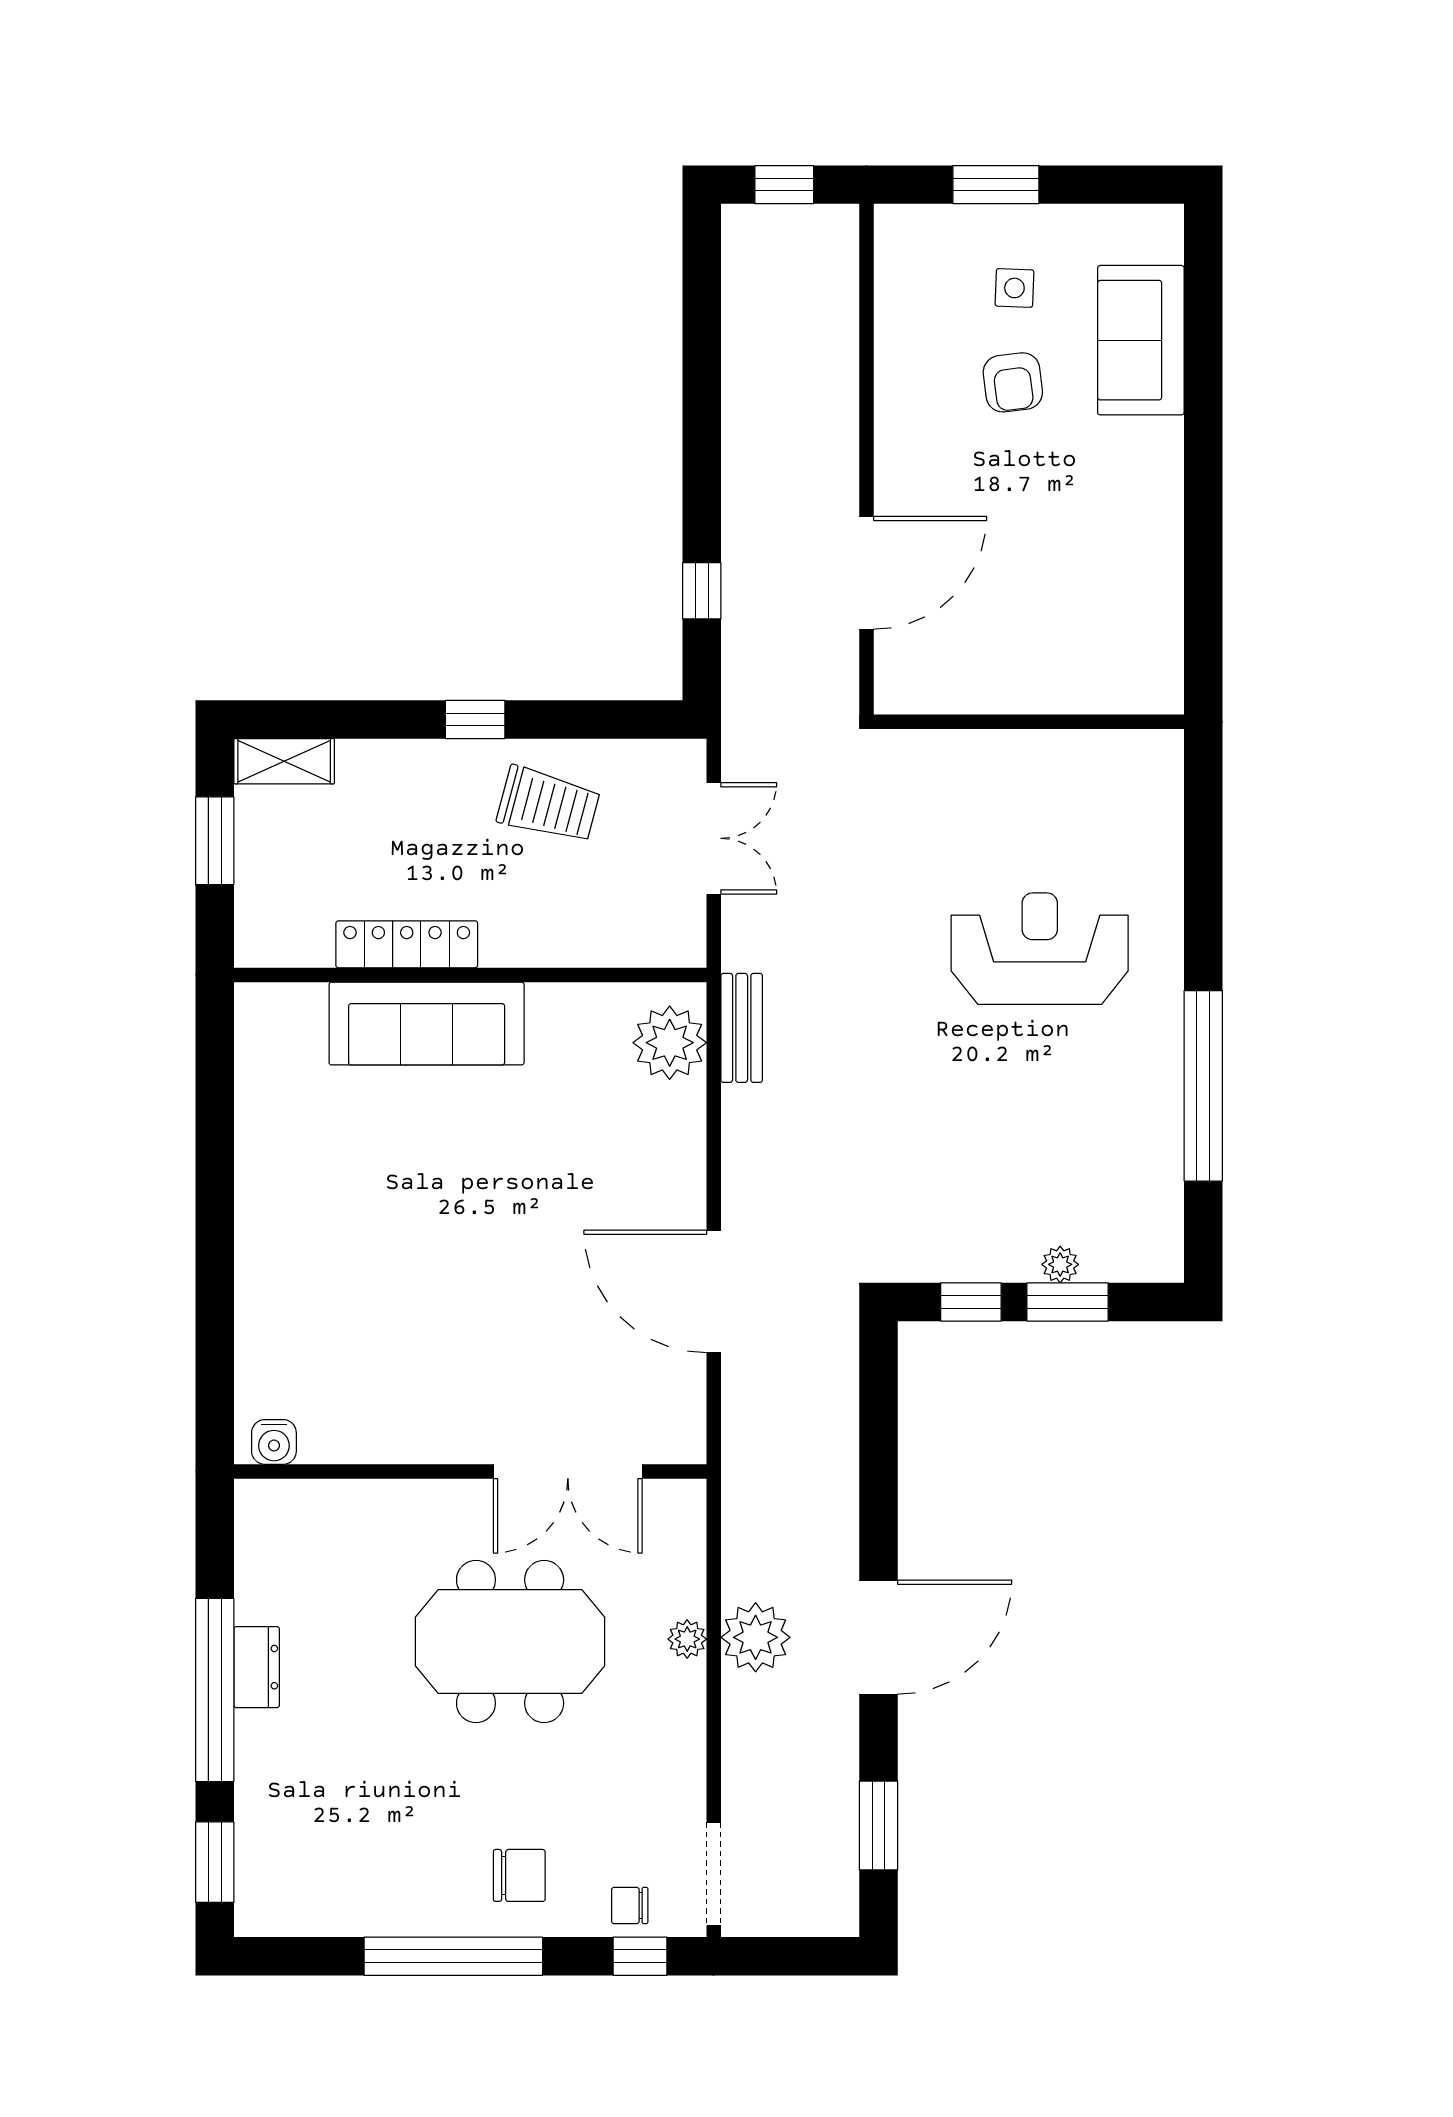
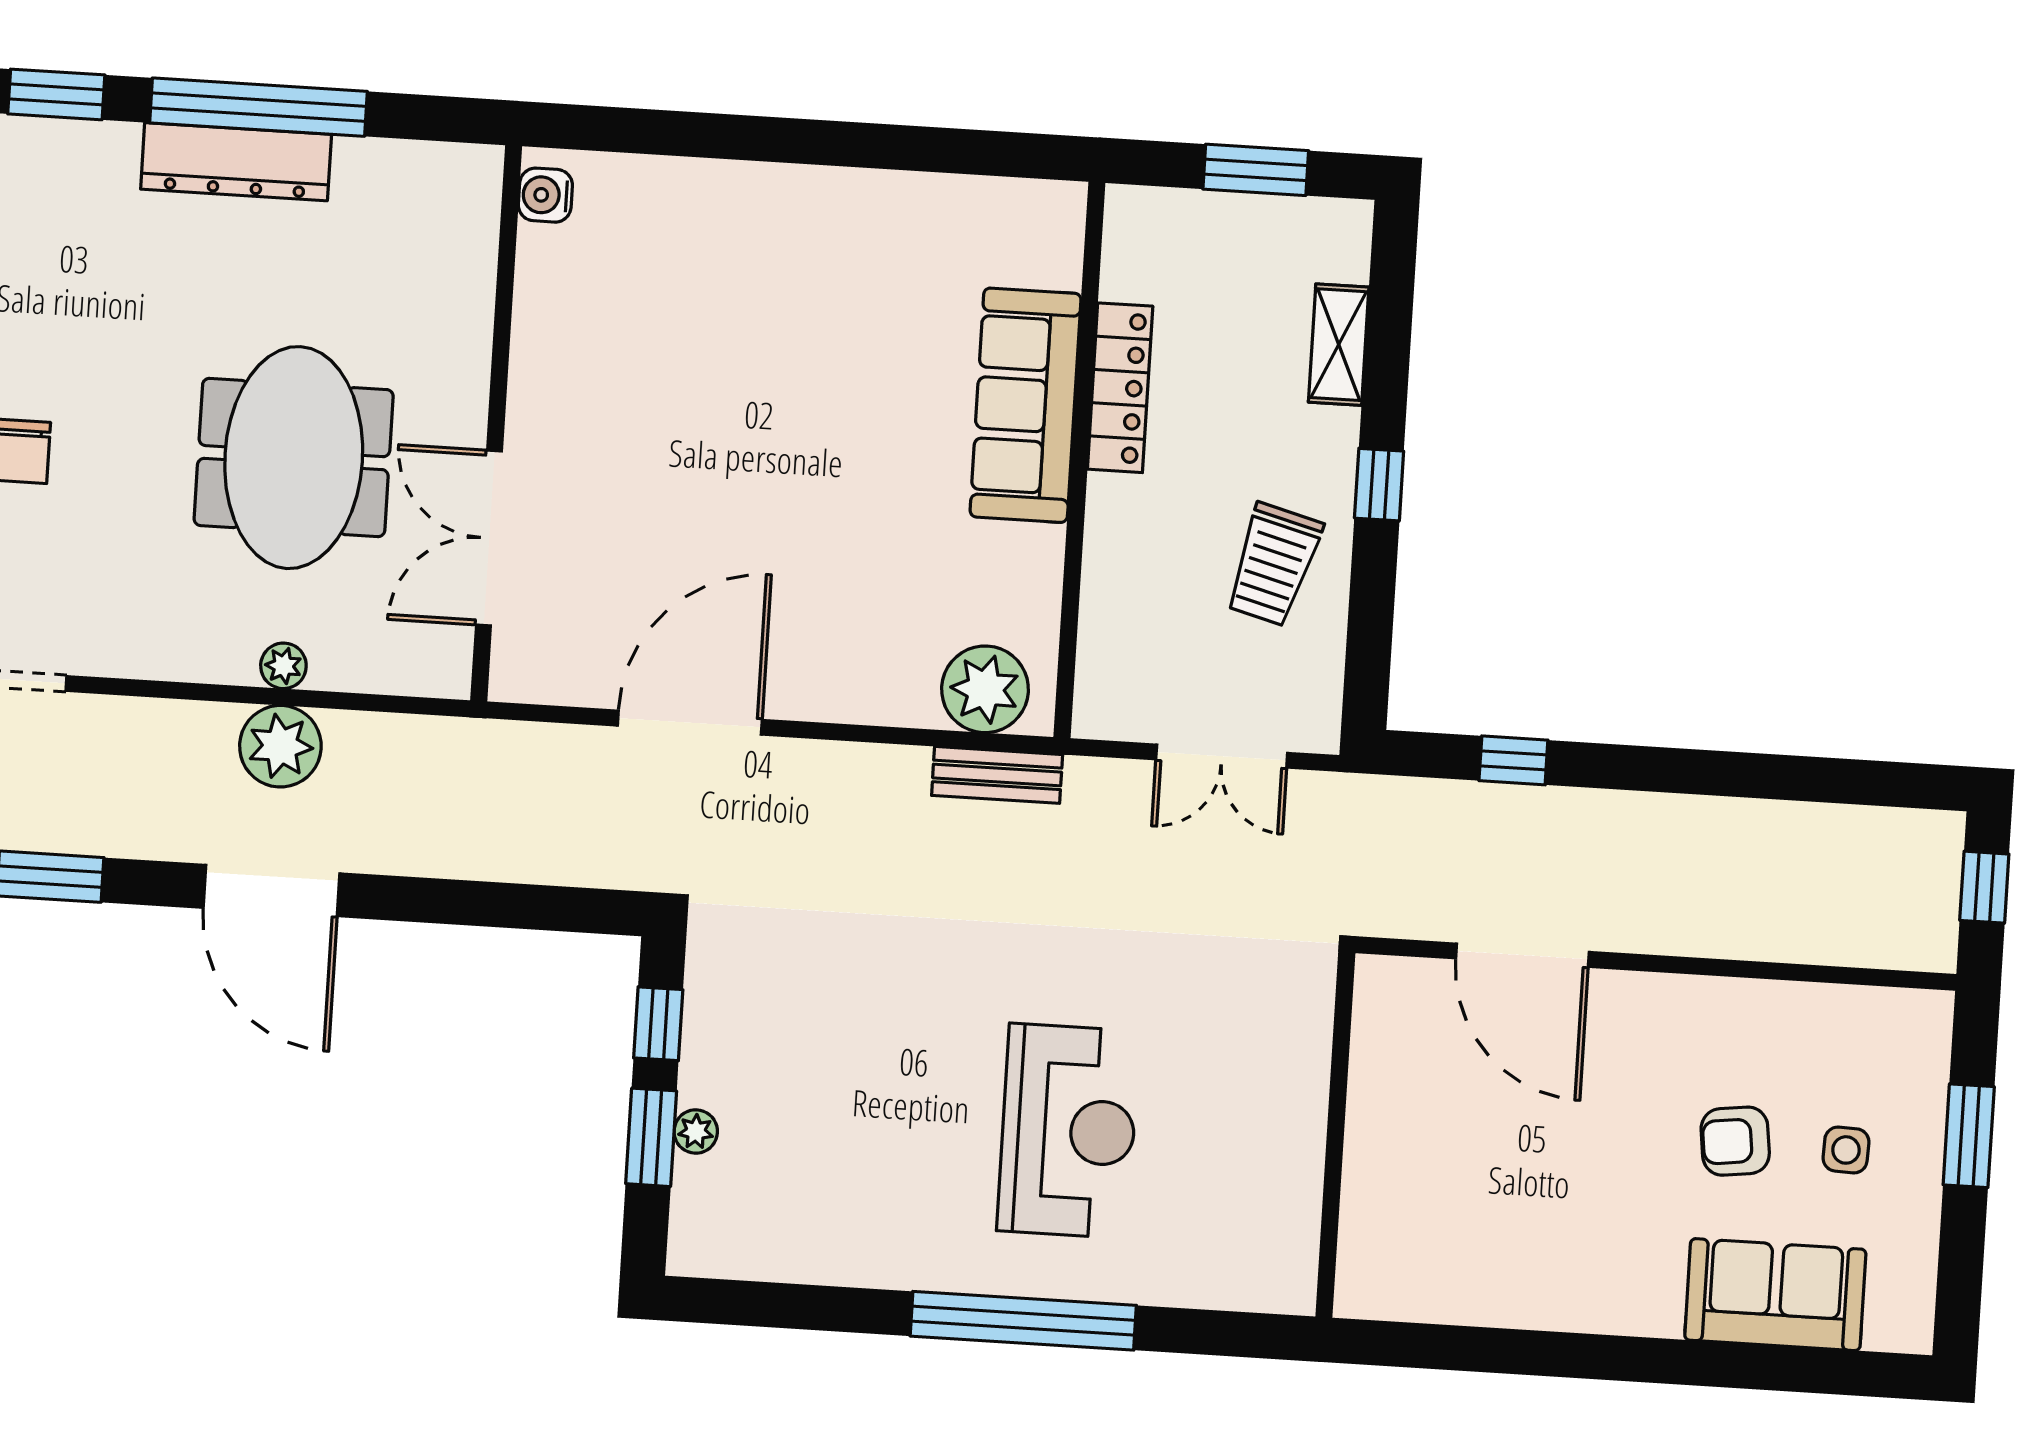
shelving: (284, 761) -> (1339, 345), moved
window: (1203, 1086) -> (1023, 1321), moved
dresser: (257, 1667) -> (236, 162), width x1.96, depth x1.24

